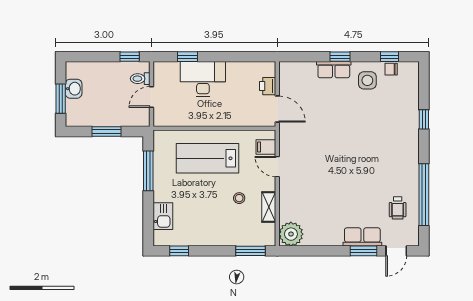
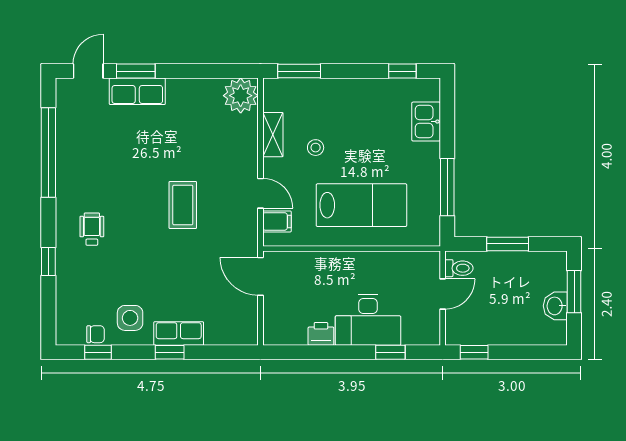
toilet: (140, 79) -> (459, 268), moved
printer: (268, 86) -> (321, 334), moved, turned -90
coffee table: (331, 158) -> (183, 205), added
wheelchair: (398, 208) -> (92, 229), moved

